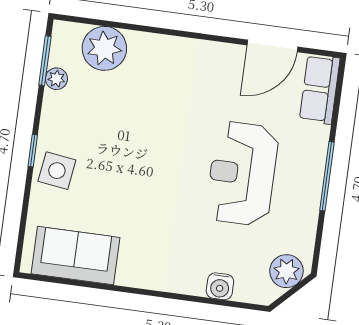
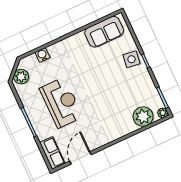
plant: (56, 79) -> (163, 113), moved

